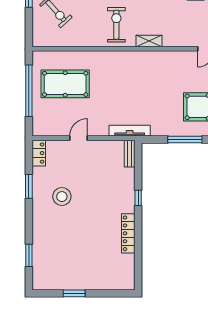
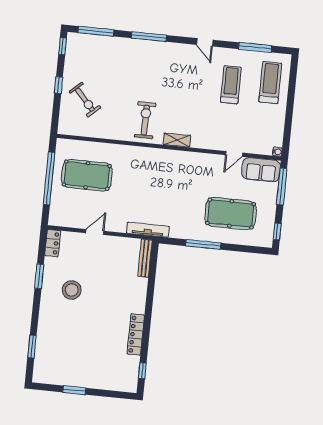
bench: (130, 154) -> (145, 258), width x1.36
window: (138, 198) -> (142, 371), moved

